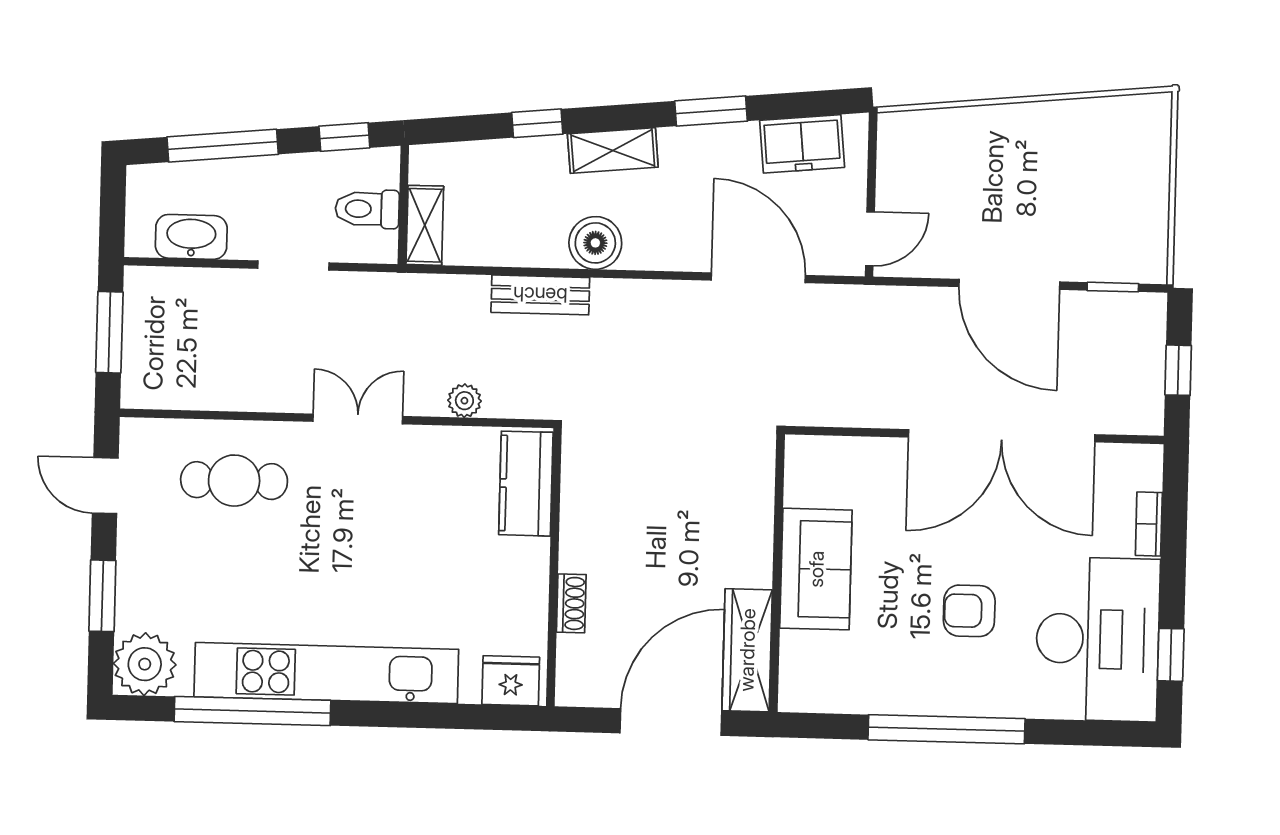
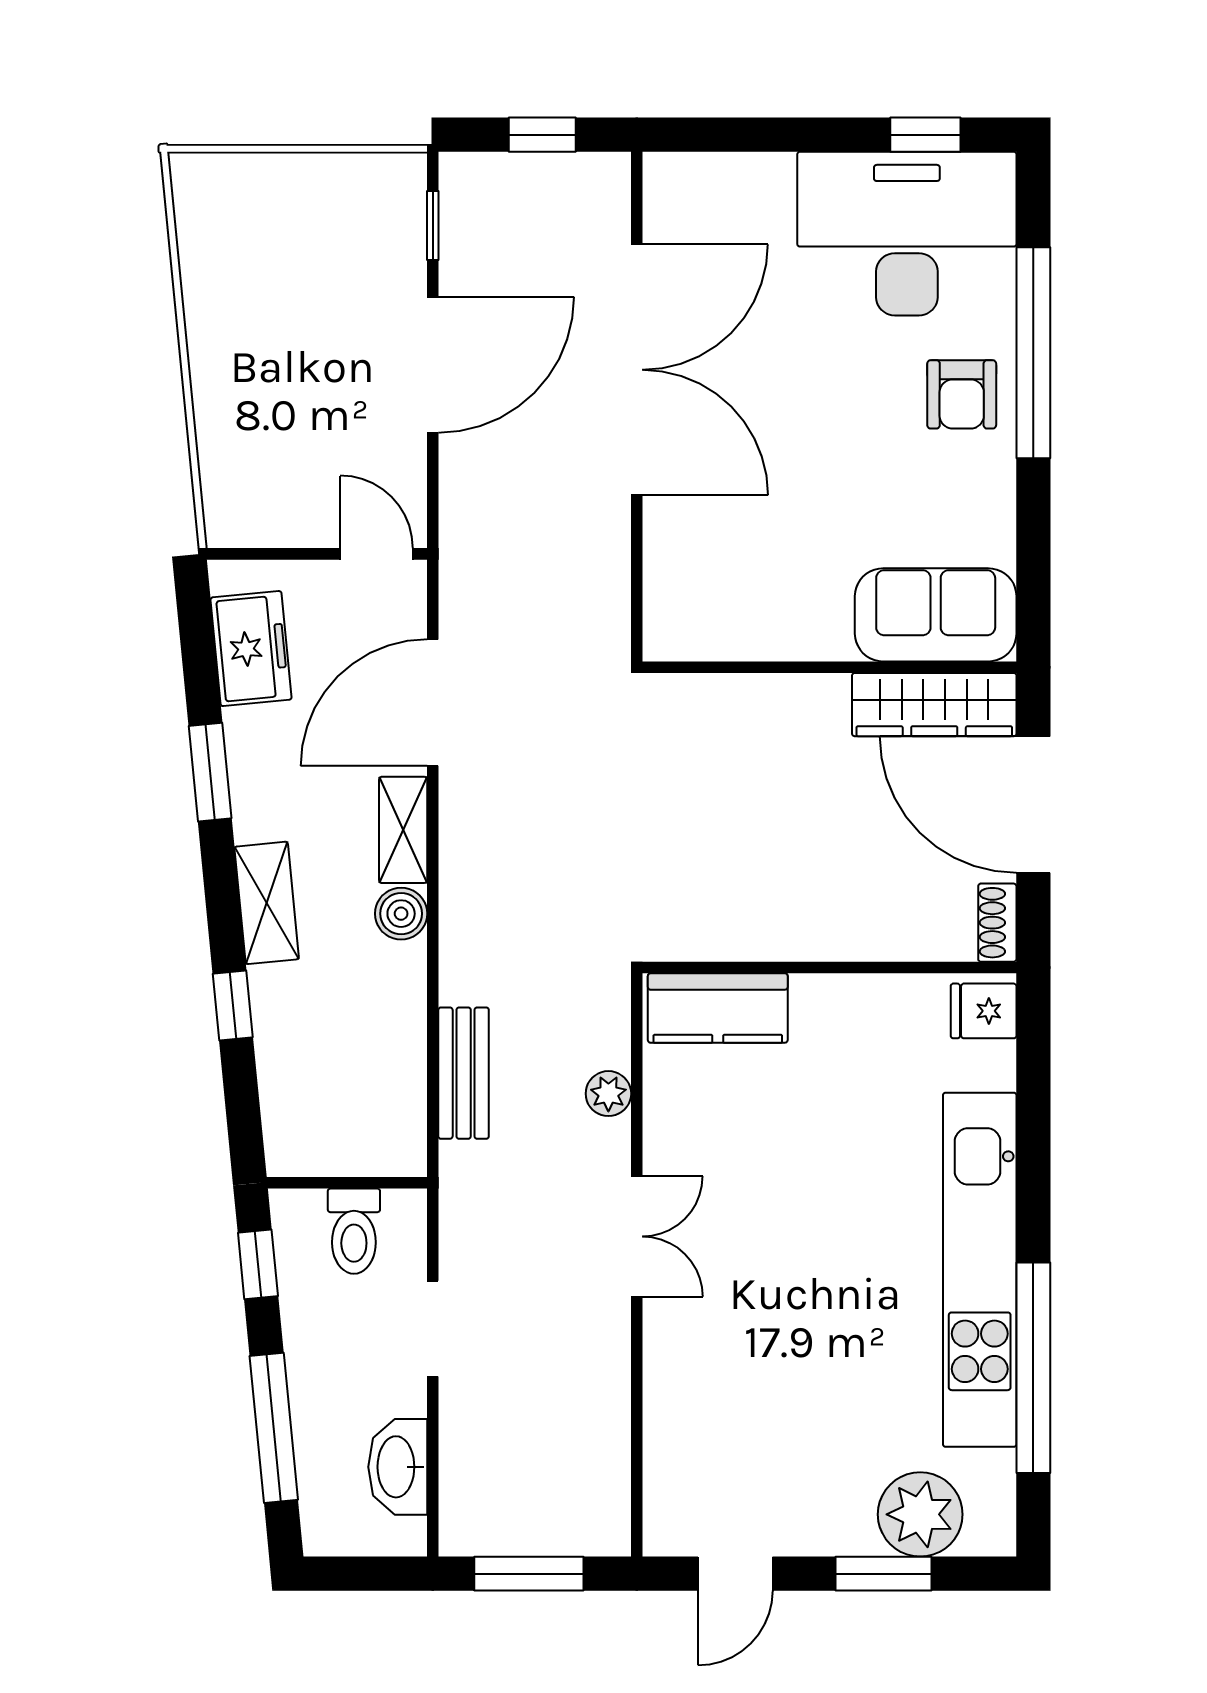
shelving: (425, 225) -> (403, 830), moved, turned 90
boiler: (595, 243) -> (401, 914), width x0.73, depth x0.73
bench: (540, 295) -> (464, 1073), moved
double door: (358, 419) -> (637, 1236), swing flipped
cafe table: (234, 481) -> (724, 1401), removed
bookcase: (1149, 524) -> (750, 169), removed
sofa: (816, 569) -> (936, 615), moved
shoe rack: (571, 603) -> (997, 923), moved, turned -90
armchair: (969, 611) -> (962, 394), moved
plant: (145, 664) -> (920, 1514), moved
fridge: (511, 681) -> (984, 1011), width x0.72
window: (947, 729) -> (1033, 353), moved

